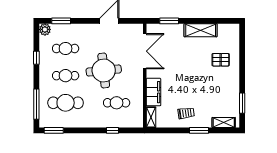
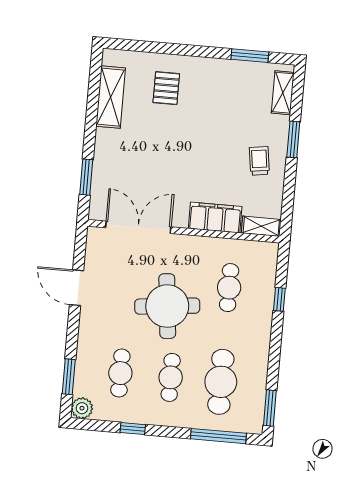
shelving: (201, 30) -> (111, 97), moved

